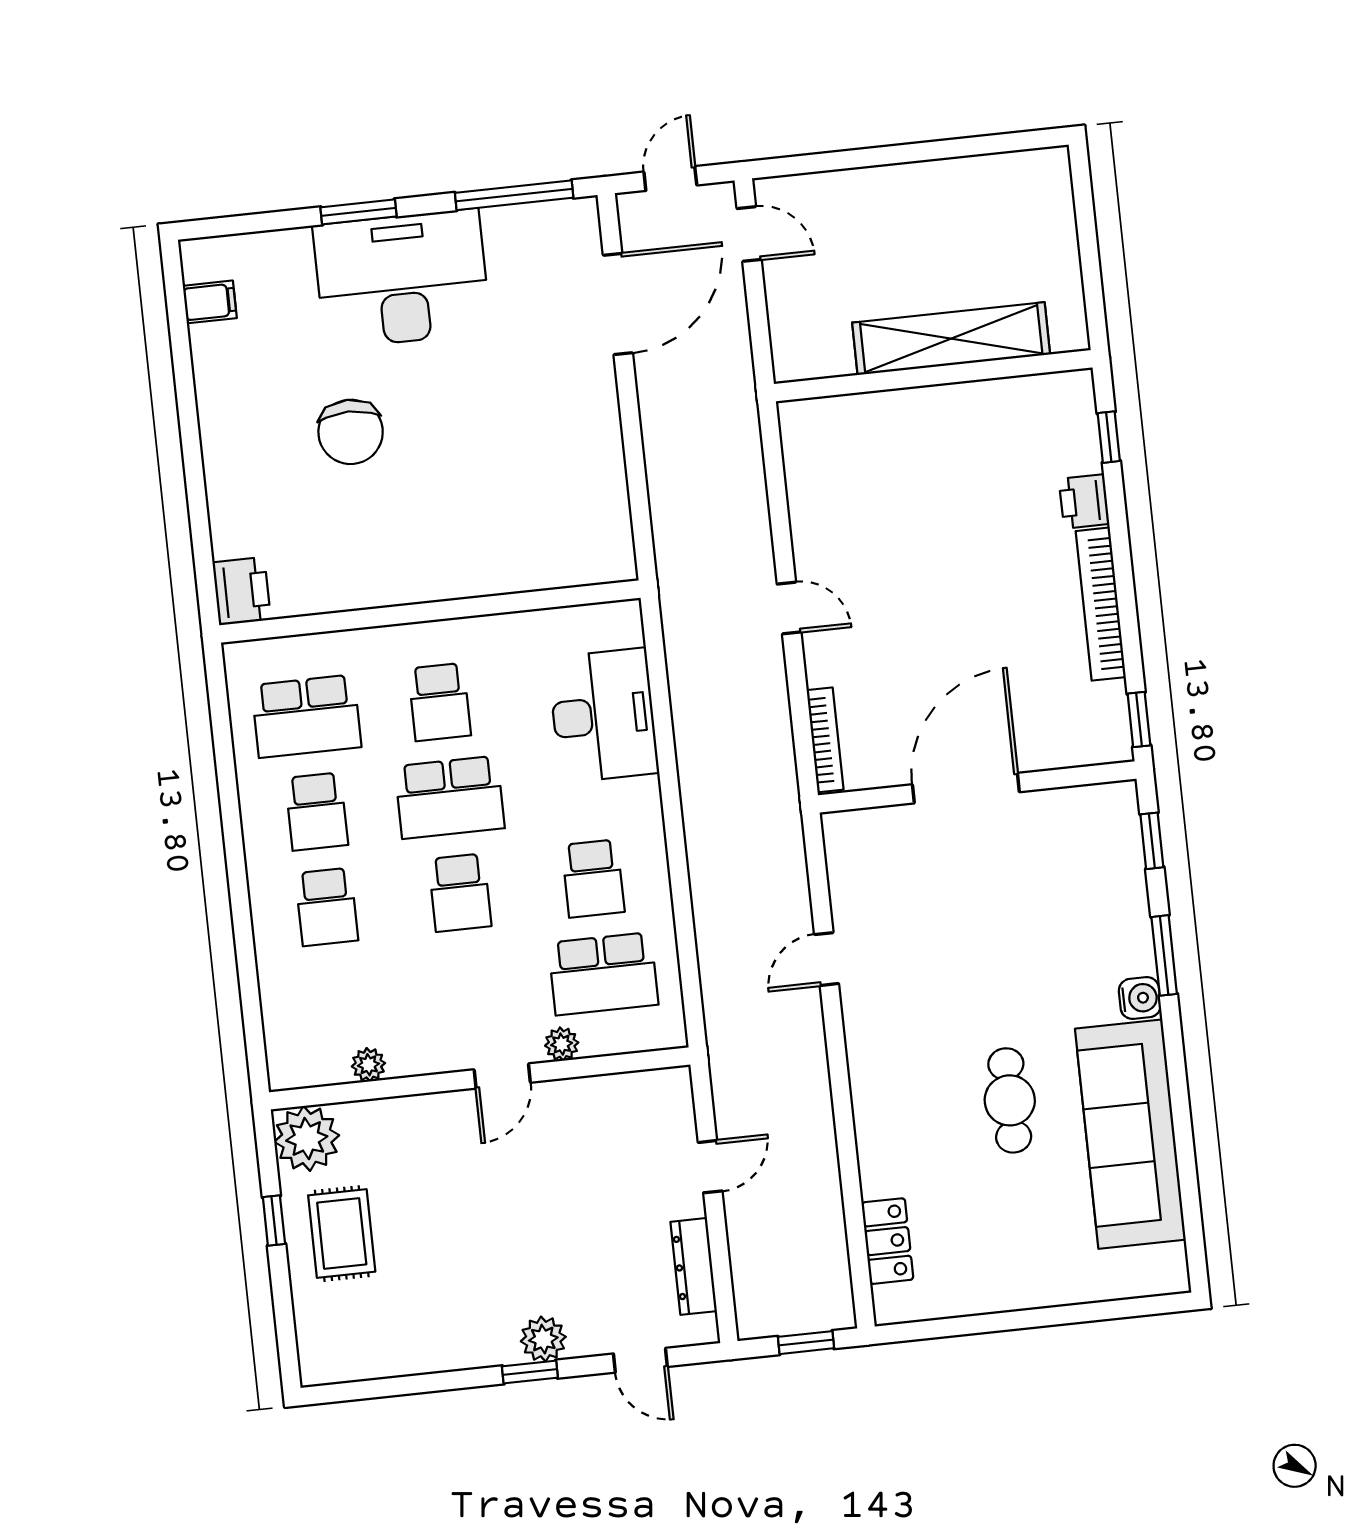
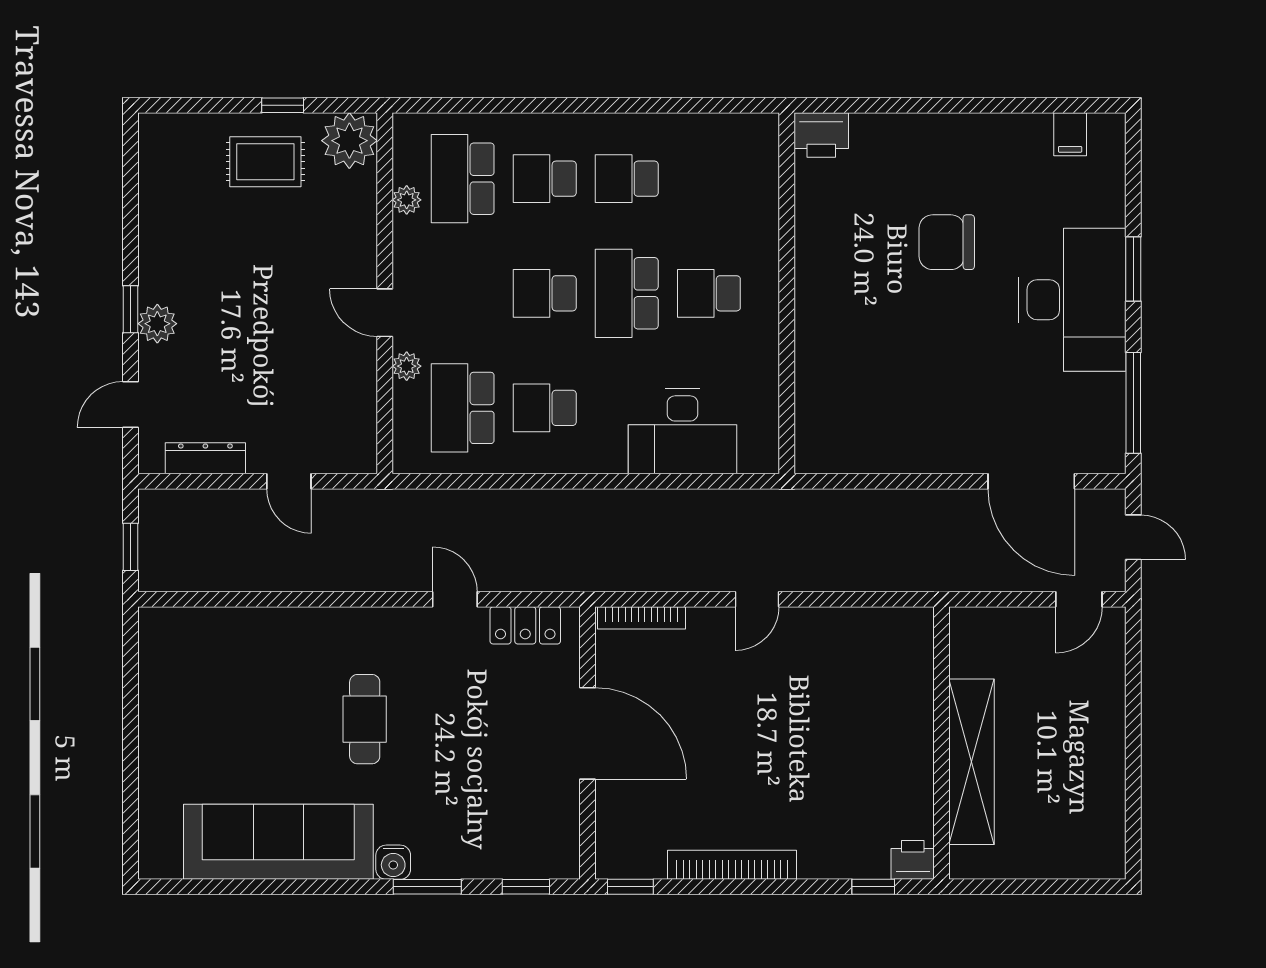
printer: (1084, 501) -> (913, 860), moved
school desk: (306, 716) -> (463, 179), moved
cafe table: (1010, 1100) -> (365, 719), moved, turned 90
locker: (887, 1241) -> (525, 625), moved

